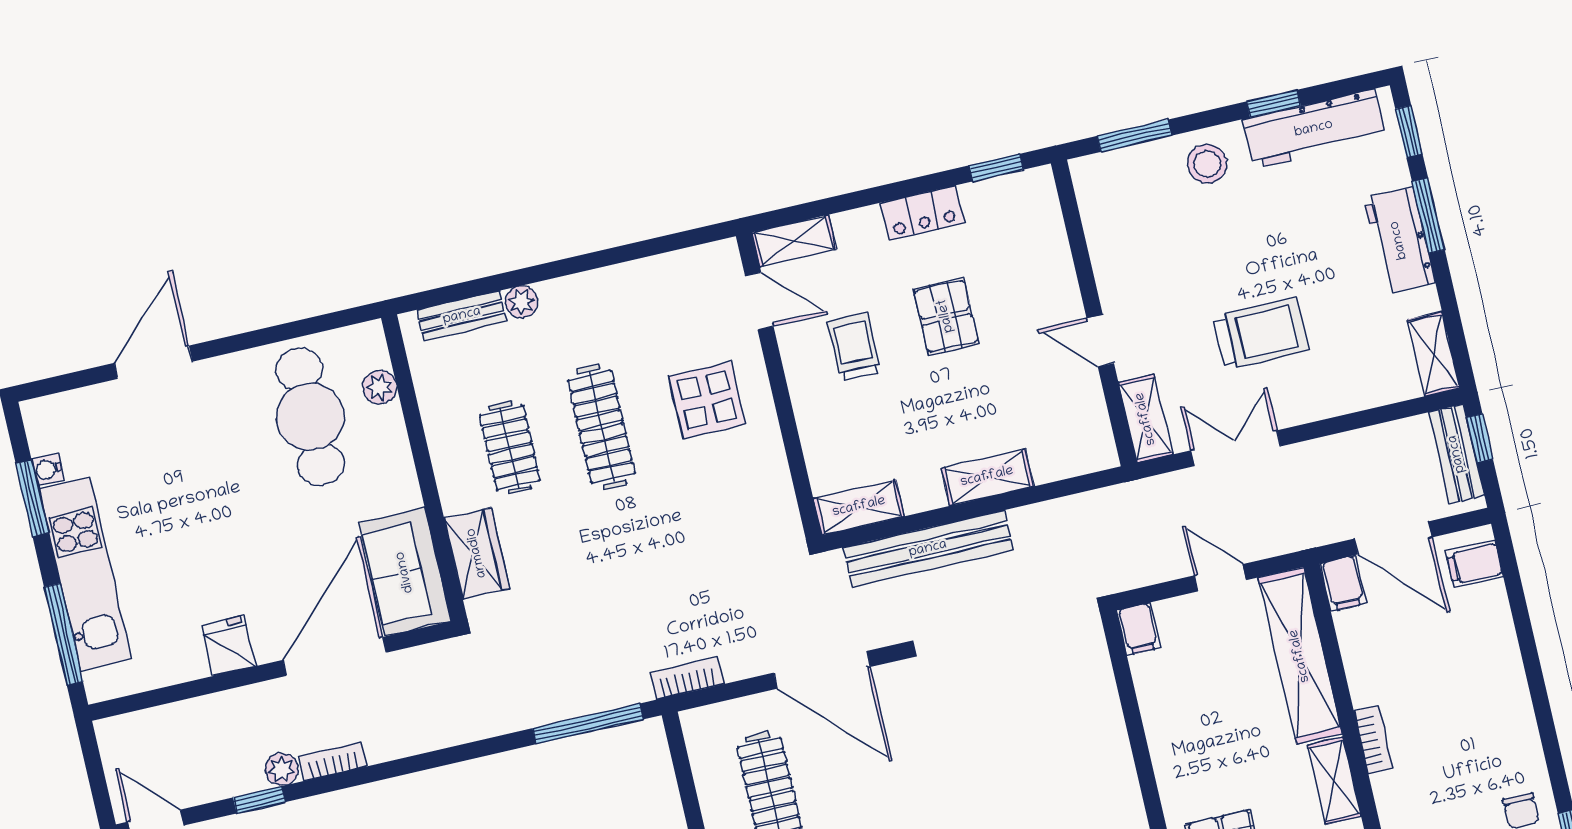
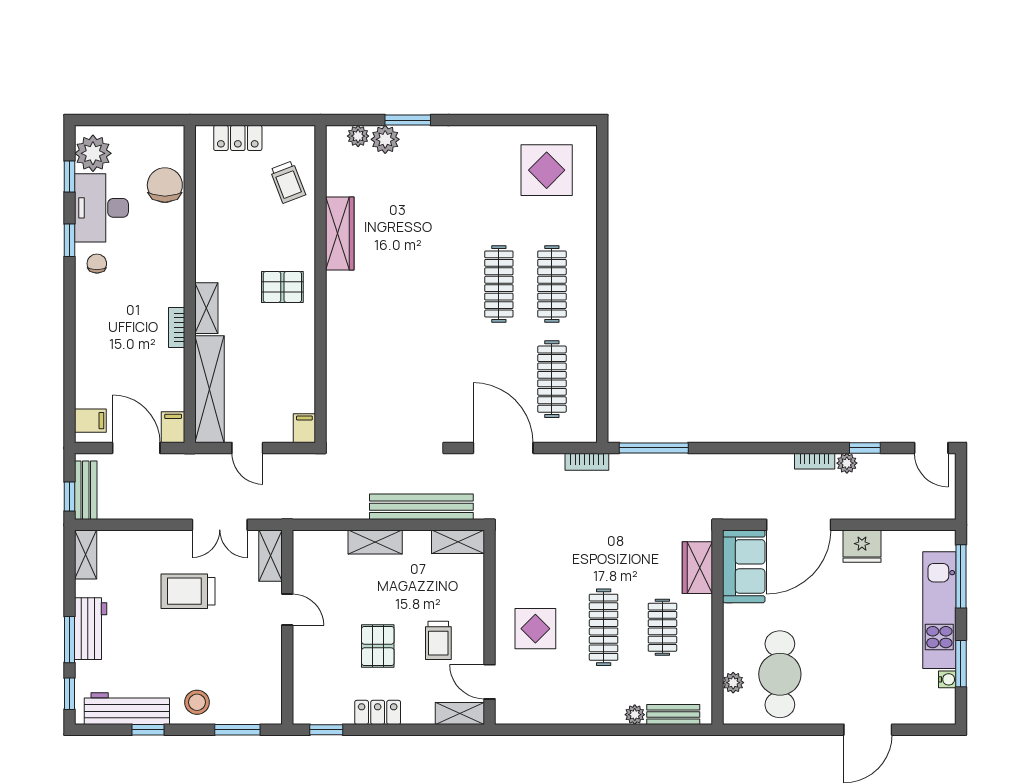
fridge: (228, 646) -> (862, 546), width x1.38

